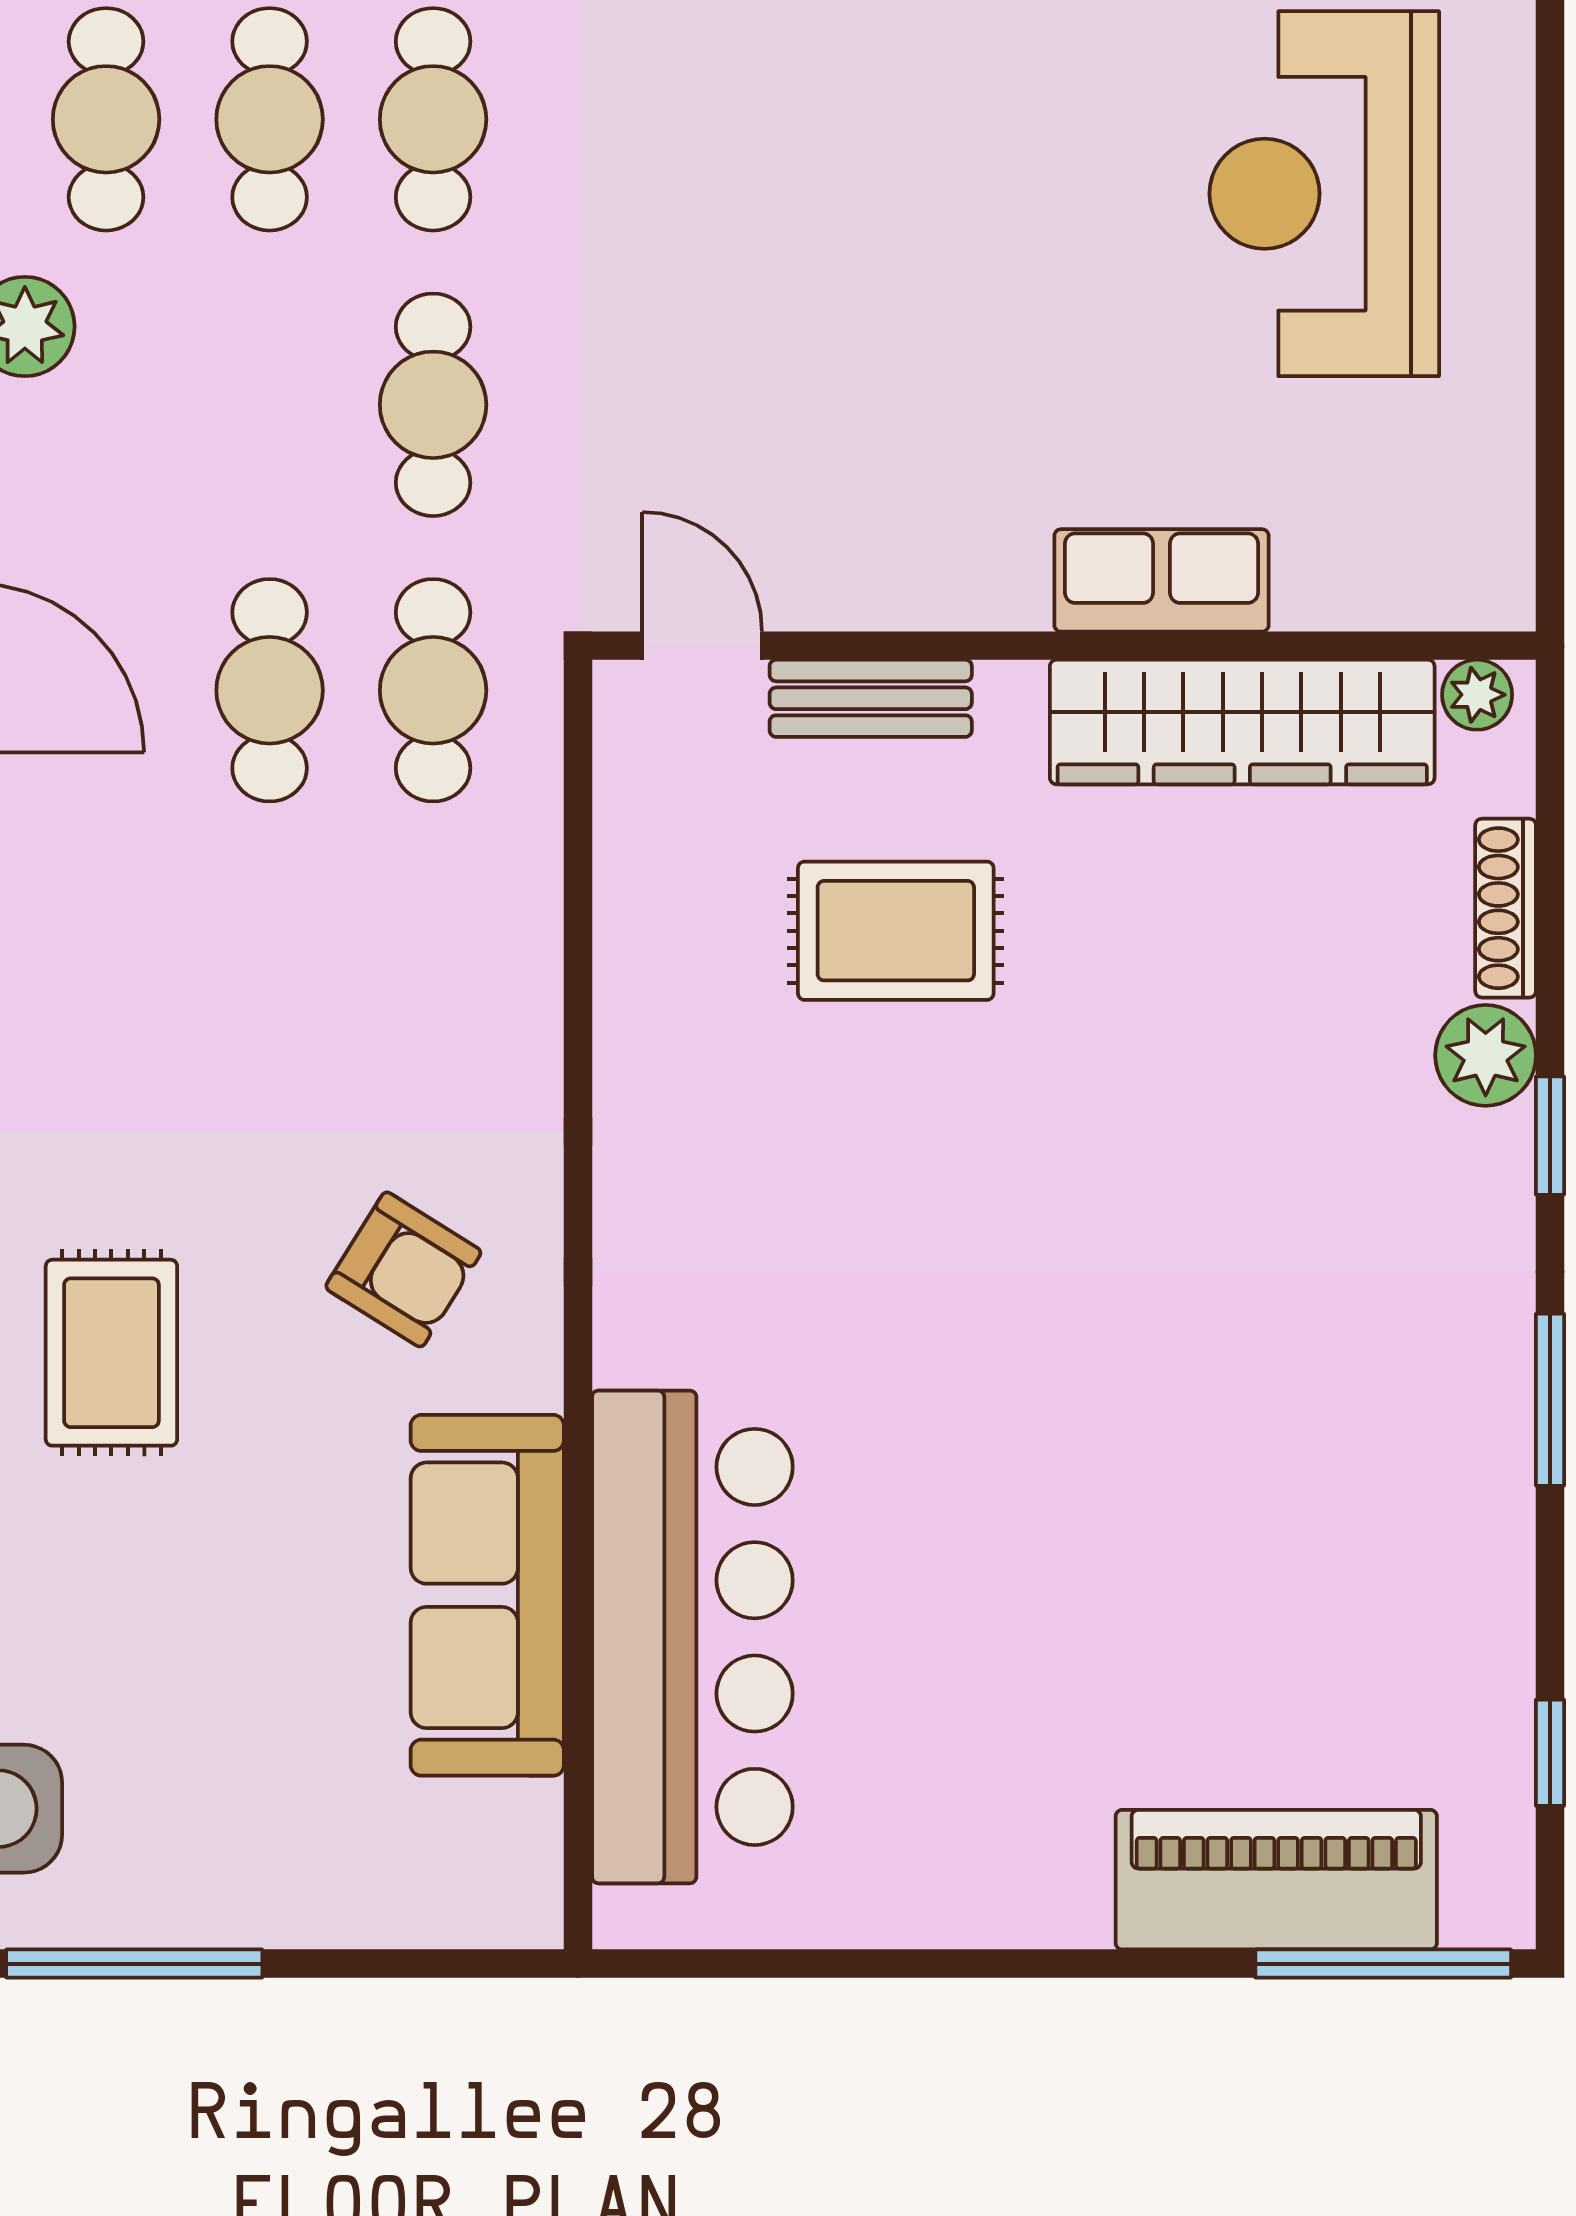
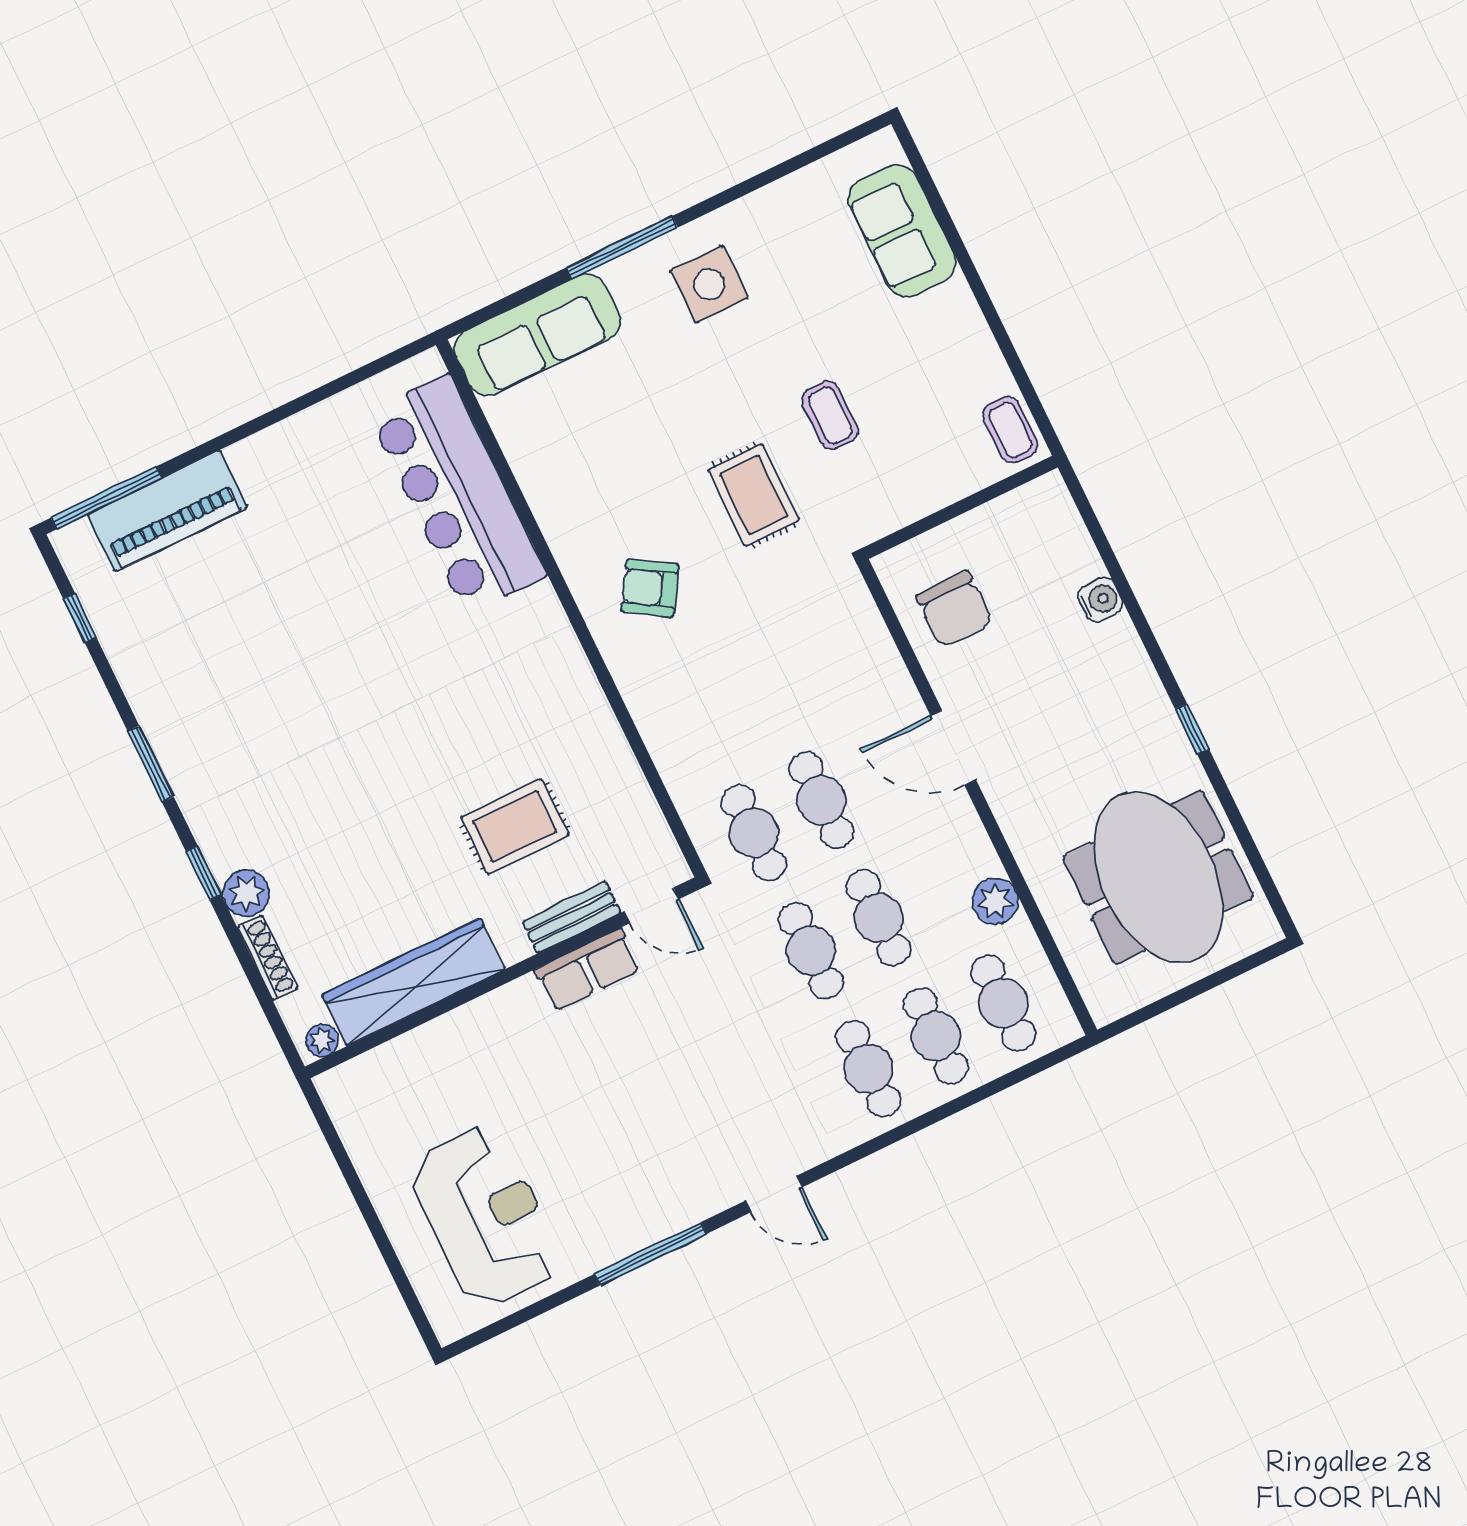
cafe table: (270, 405) -> (879, 918), added
row of seats: (1161, 580) -> (587, 970), moved
sofa: (487, 1595) -> (537, 335), moved, turned 90

